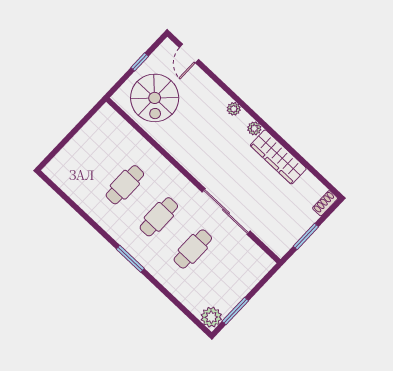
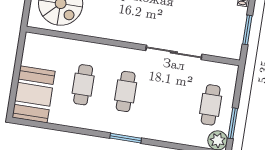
booth: (74, 163) -> (34, 94), added
cafe table: (193, 249) -> (211, 105), moved

